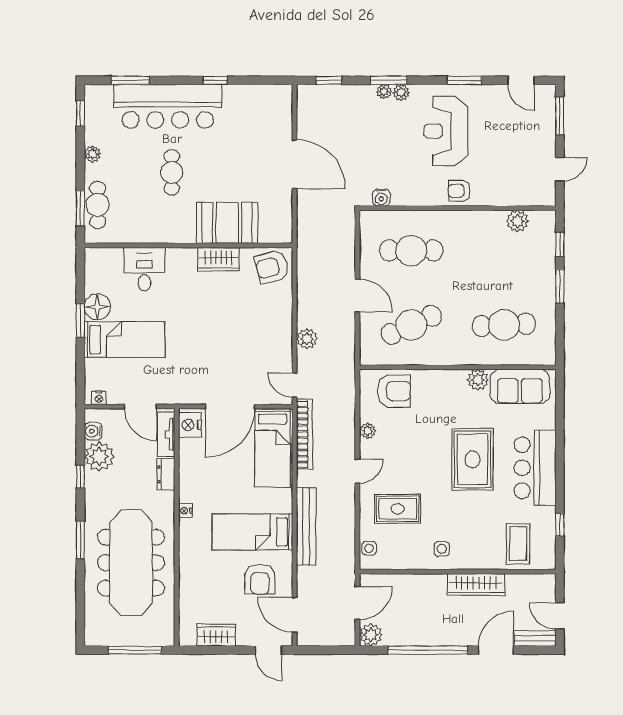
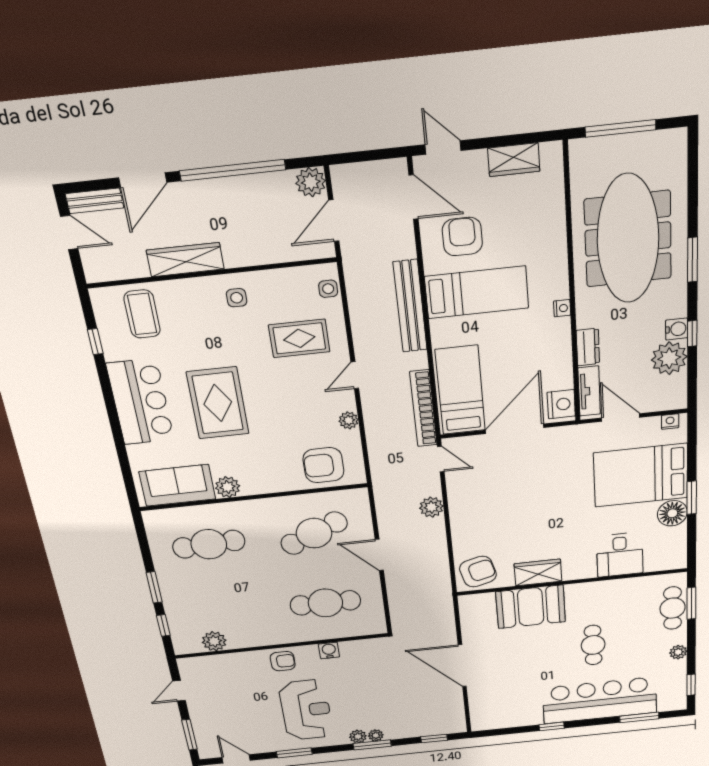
water cooler: (381, 197) -> (329, 650), moved
bed: (124, 340) -> (641, 475), width x1.50
water cooler: (93, 431) -> (677, 329), moved

